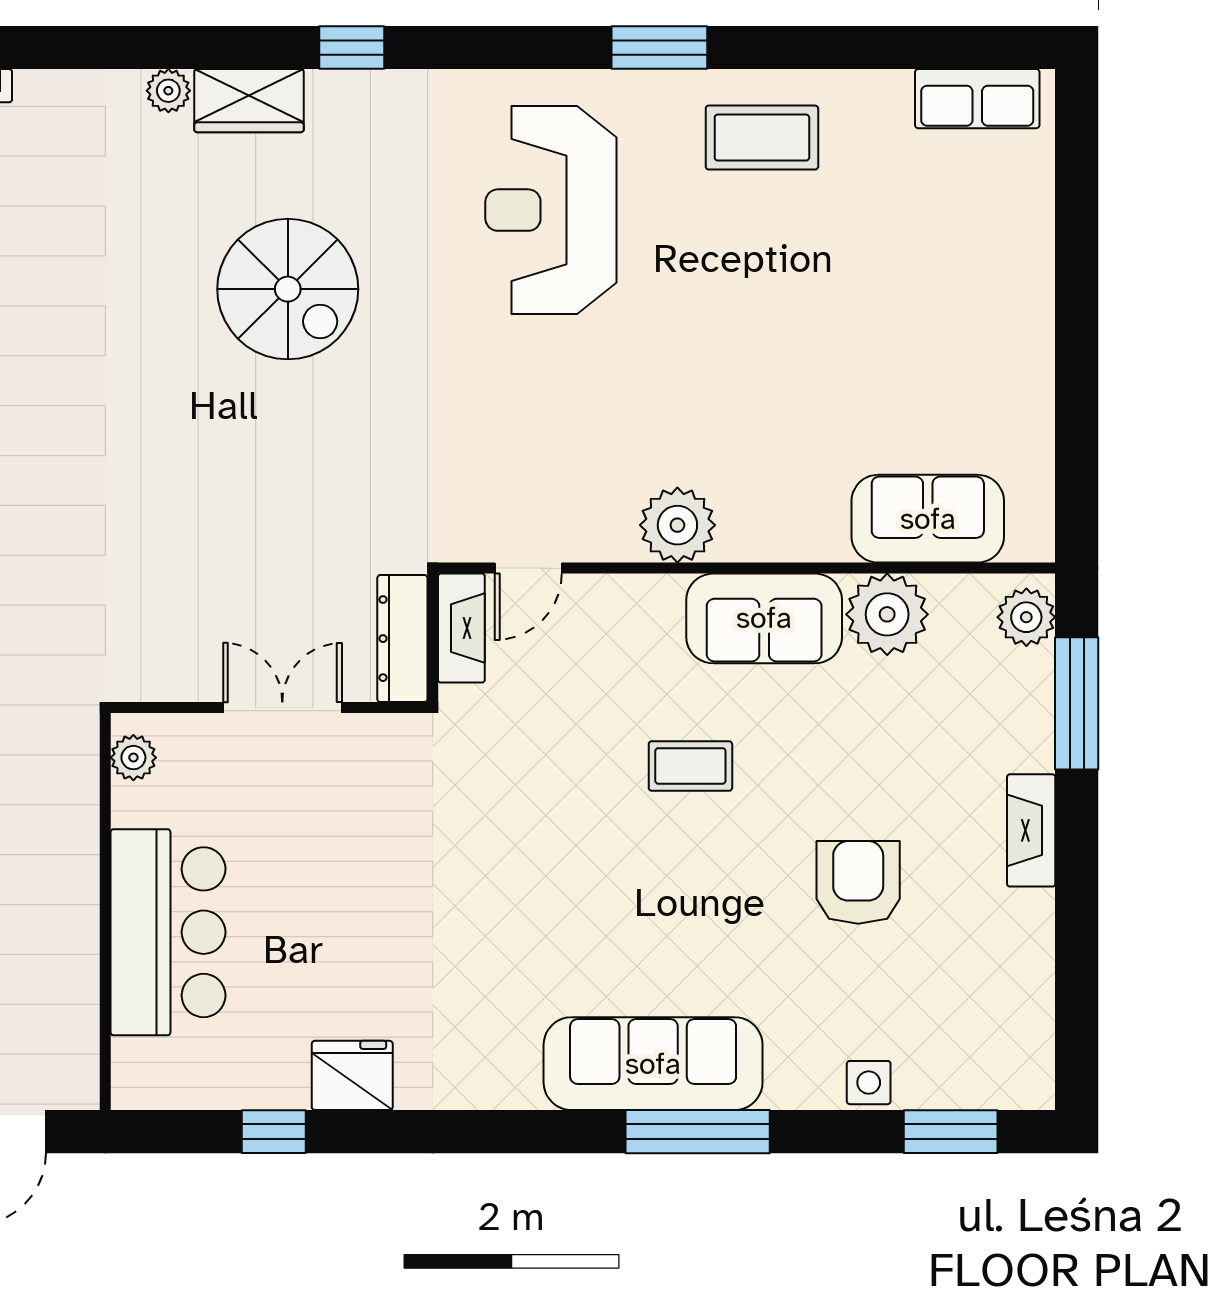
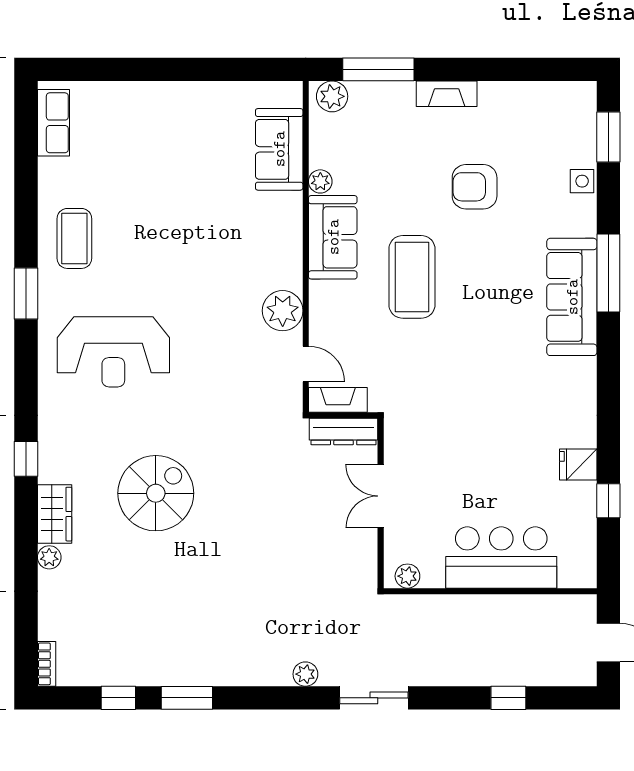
plant: (677, 525) -> (283, 311), moved
plant: (887, 614) -> (320, 181), width x0.53, depth x0.53
coffee table: (690, 766) -> (412, 277), width x1.86, depth x1.72
fridge: (352, 1075) -> (578, 465), width x0.72

